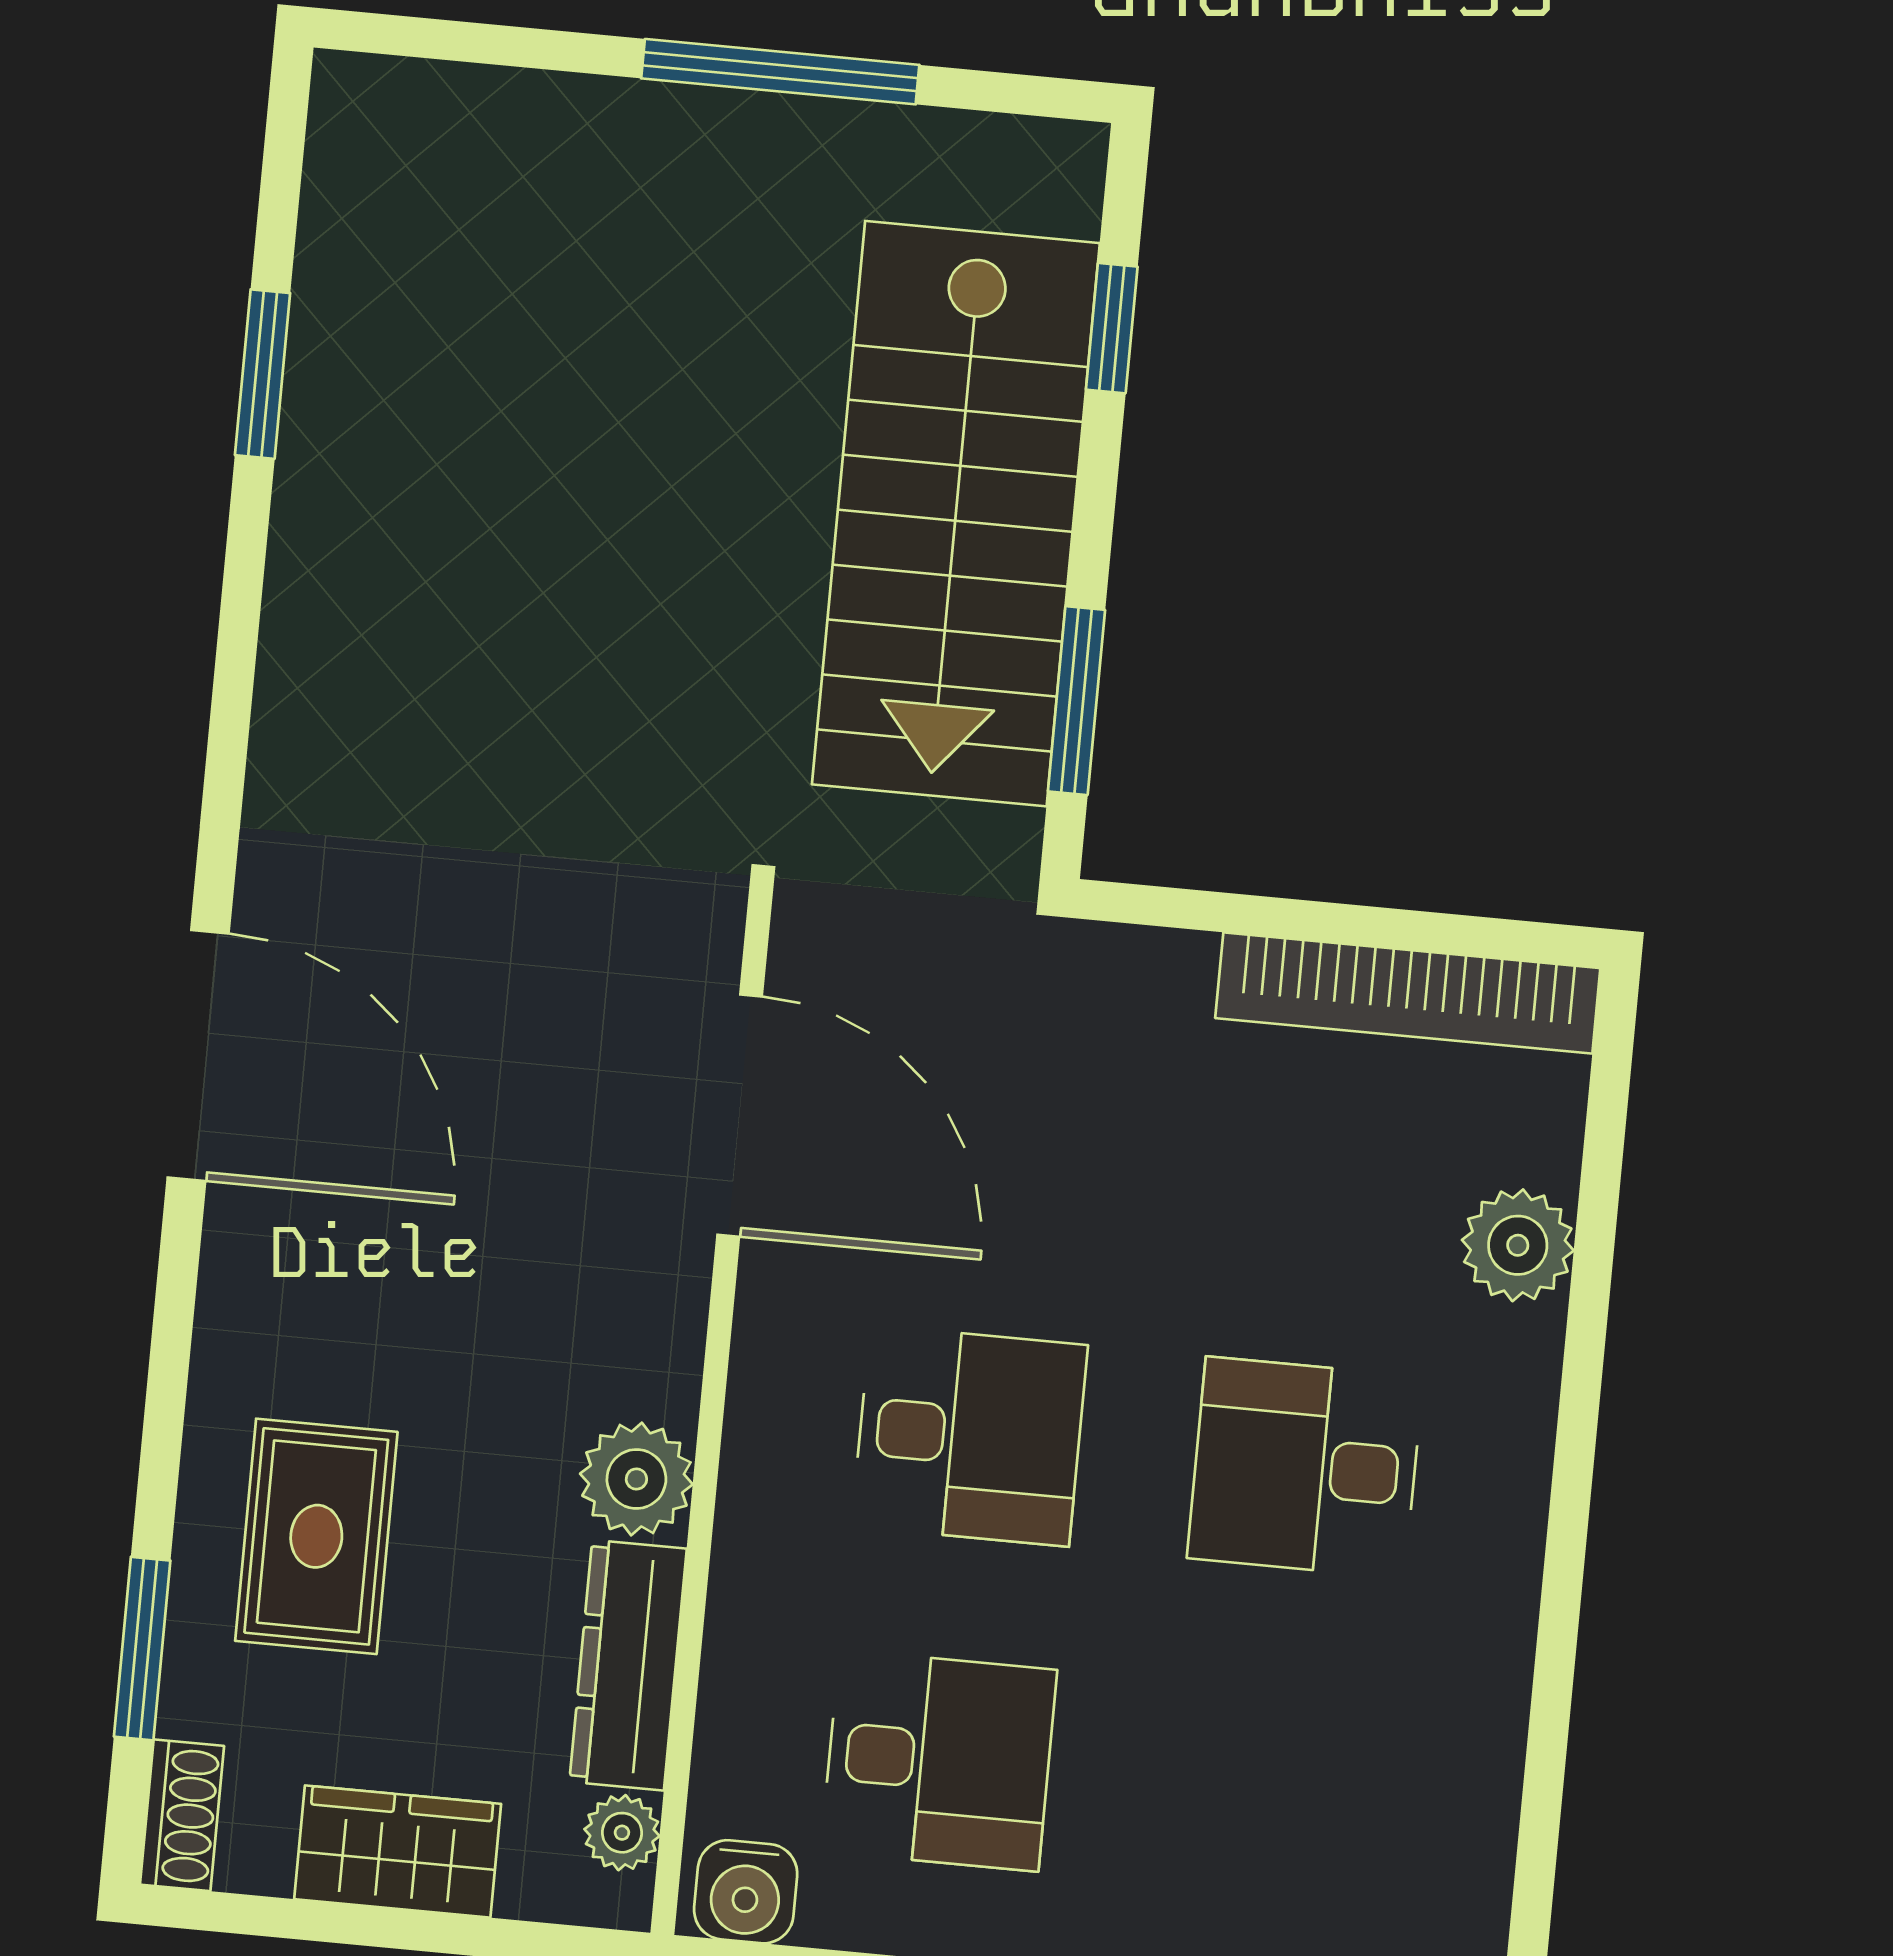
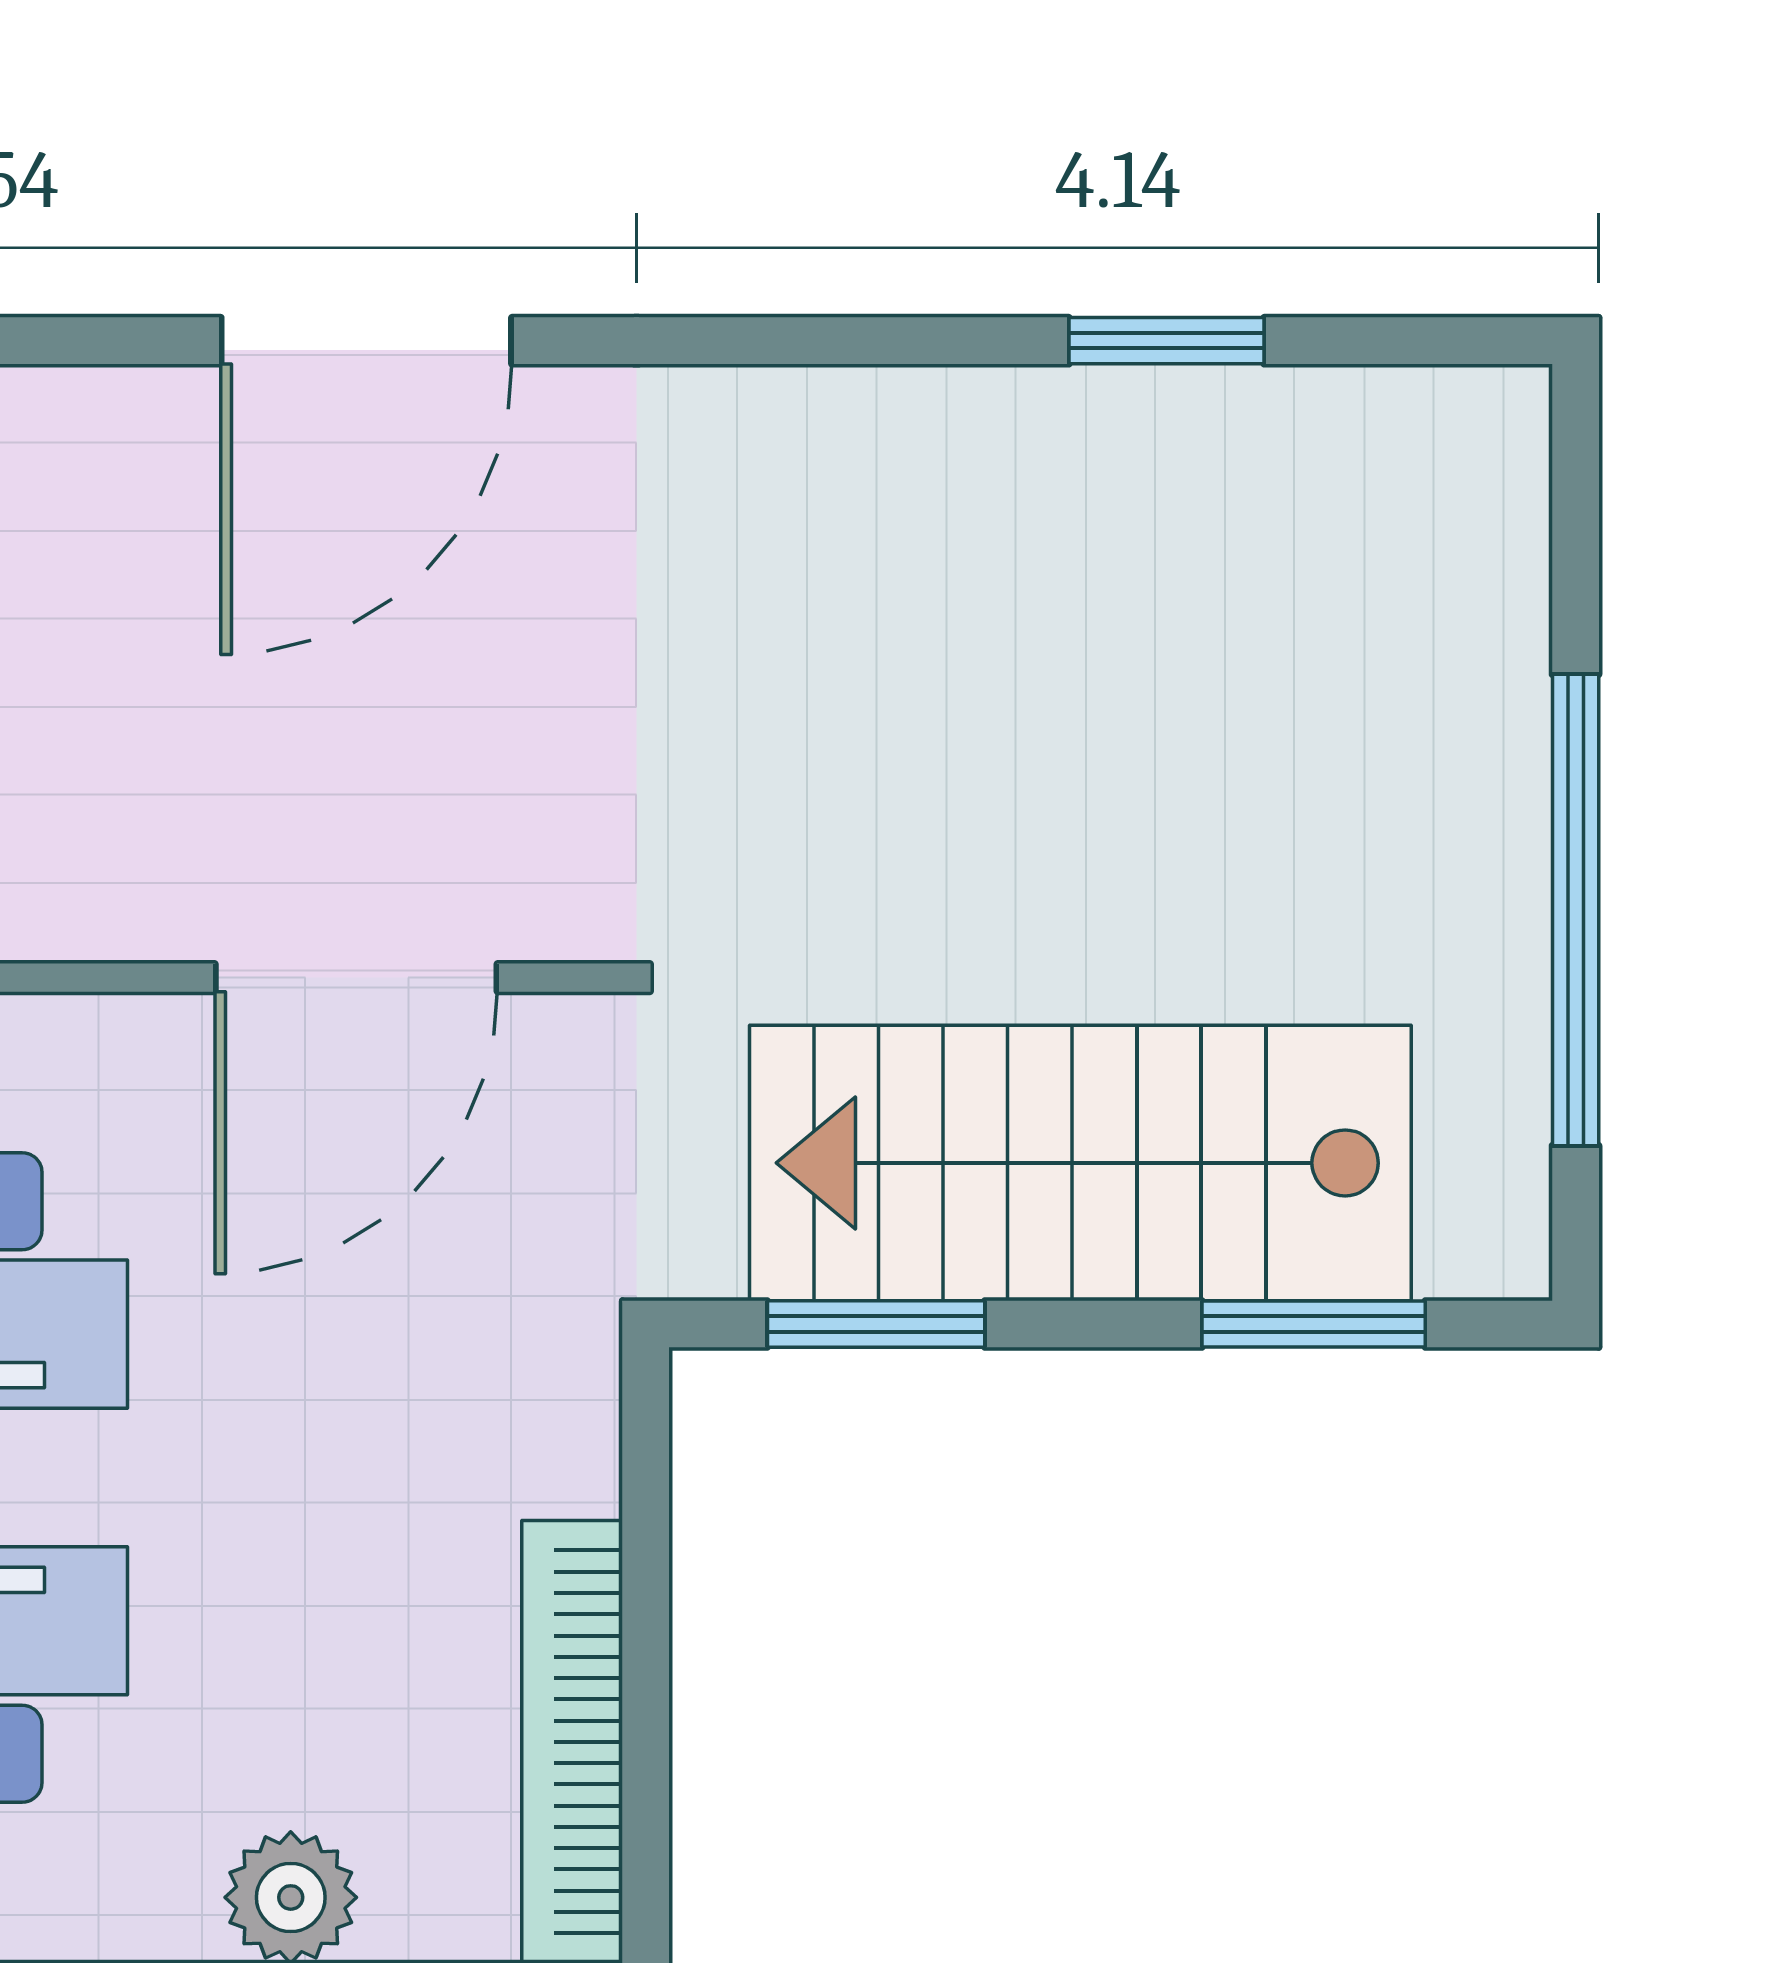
window: (780, 72) -> (1576, 910), width x1.46
window: (1112, 328) -> (1314, 1324), width x1.50

